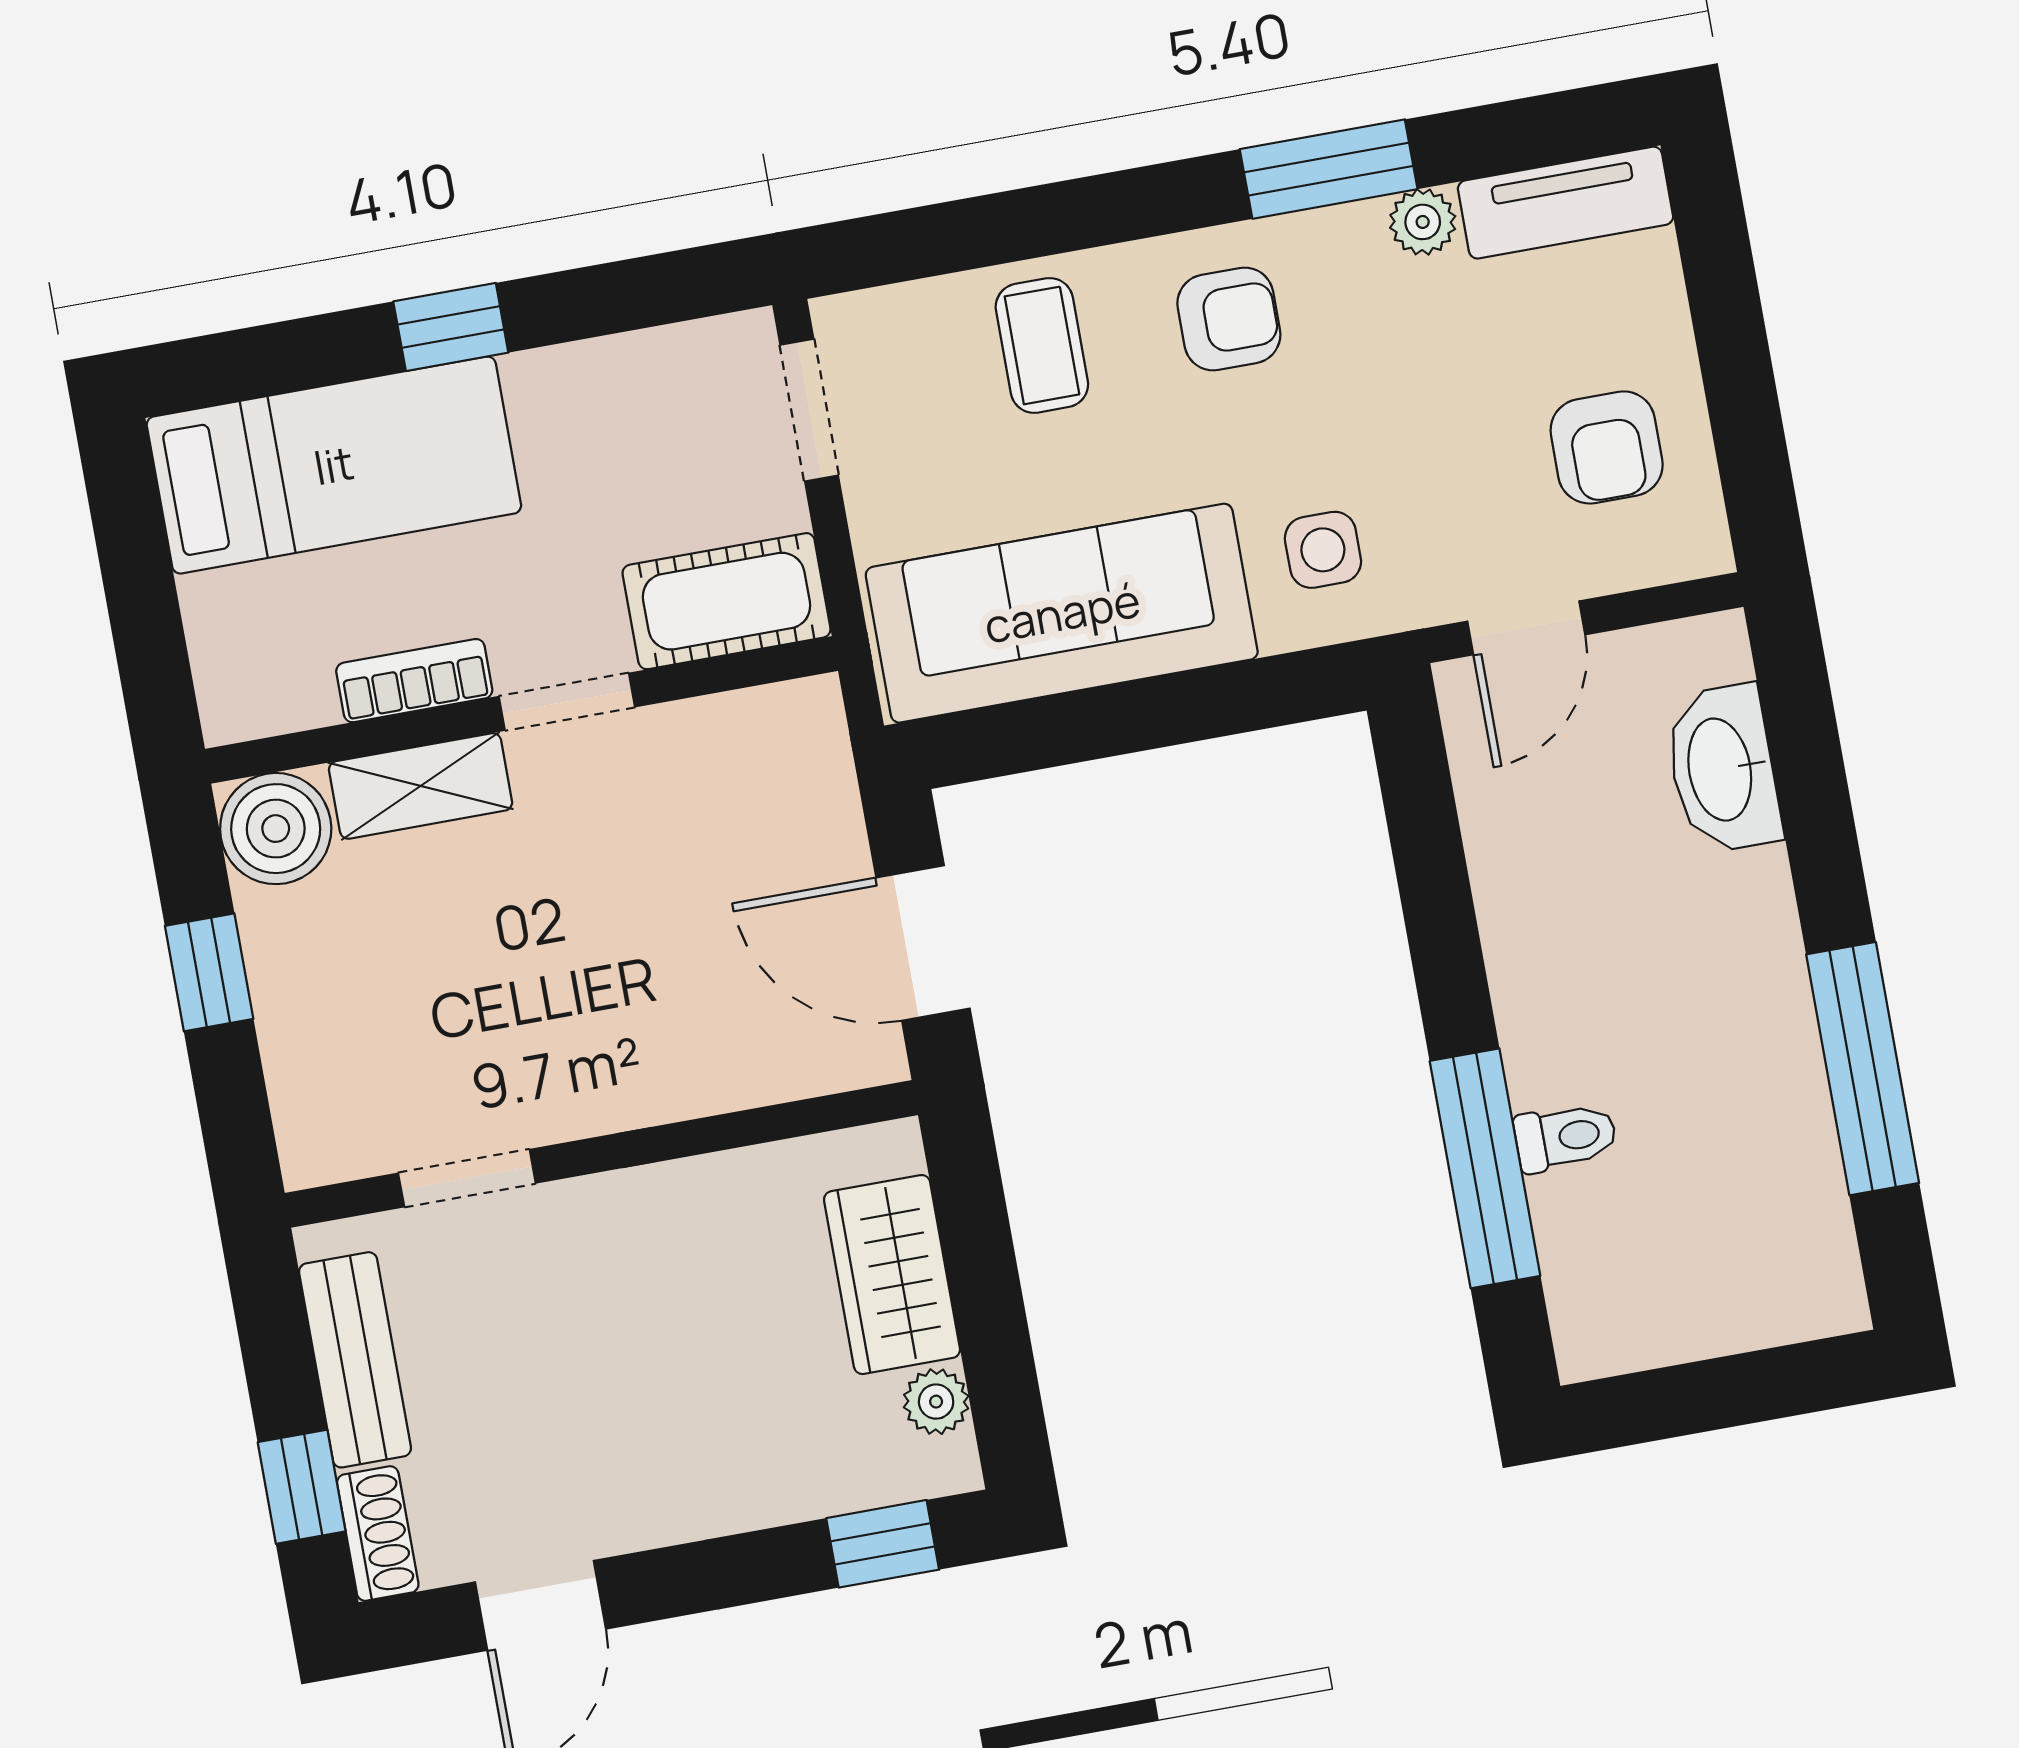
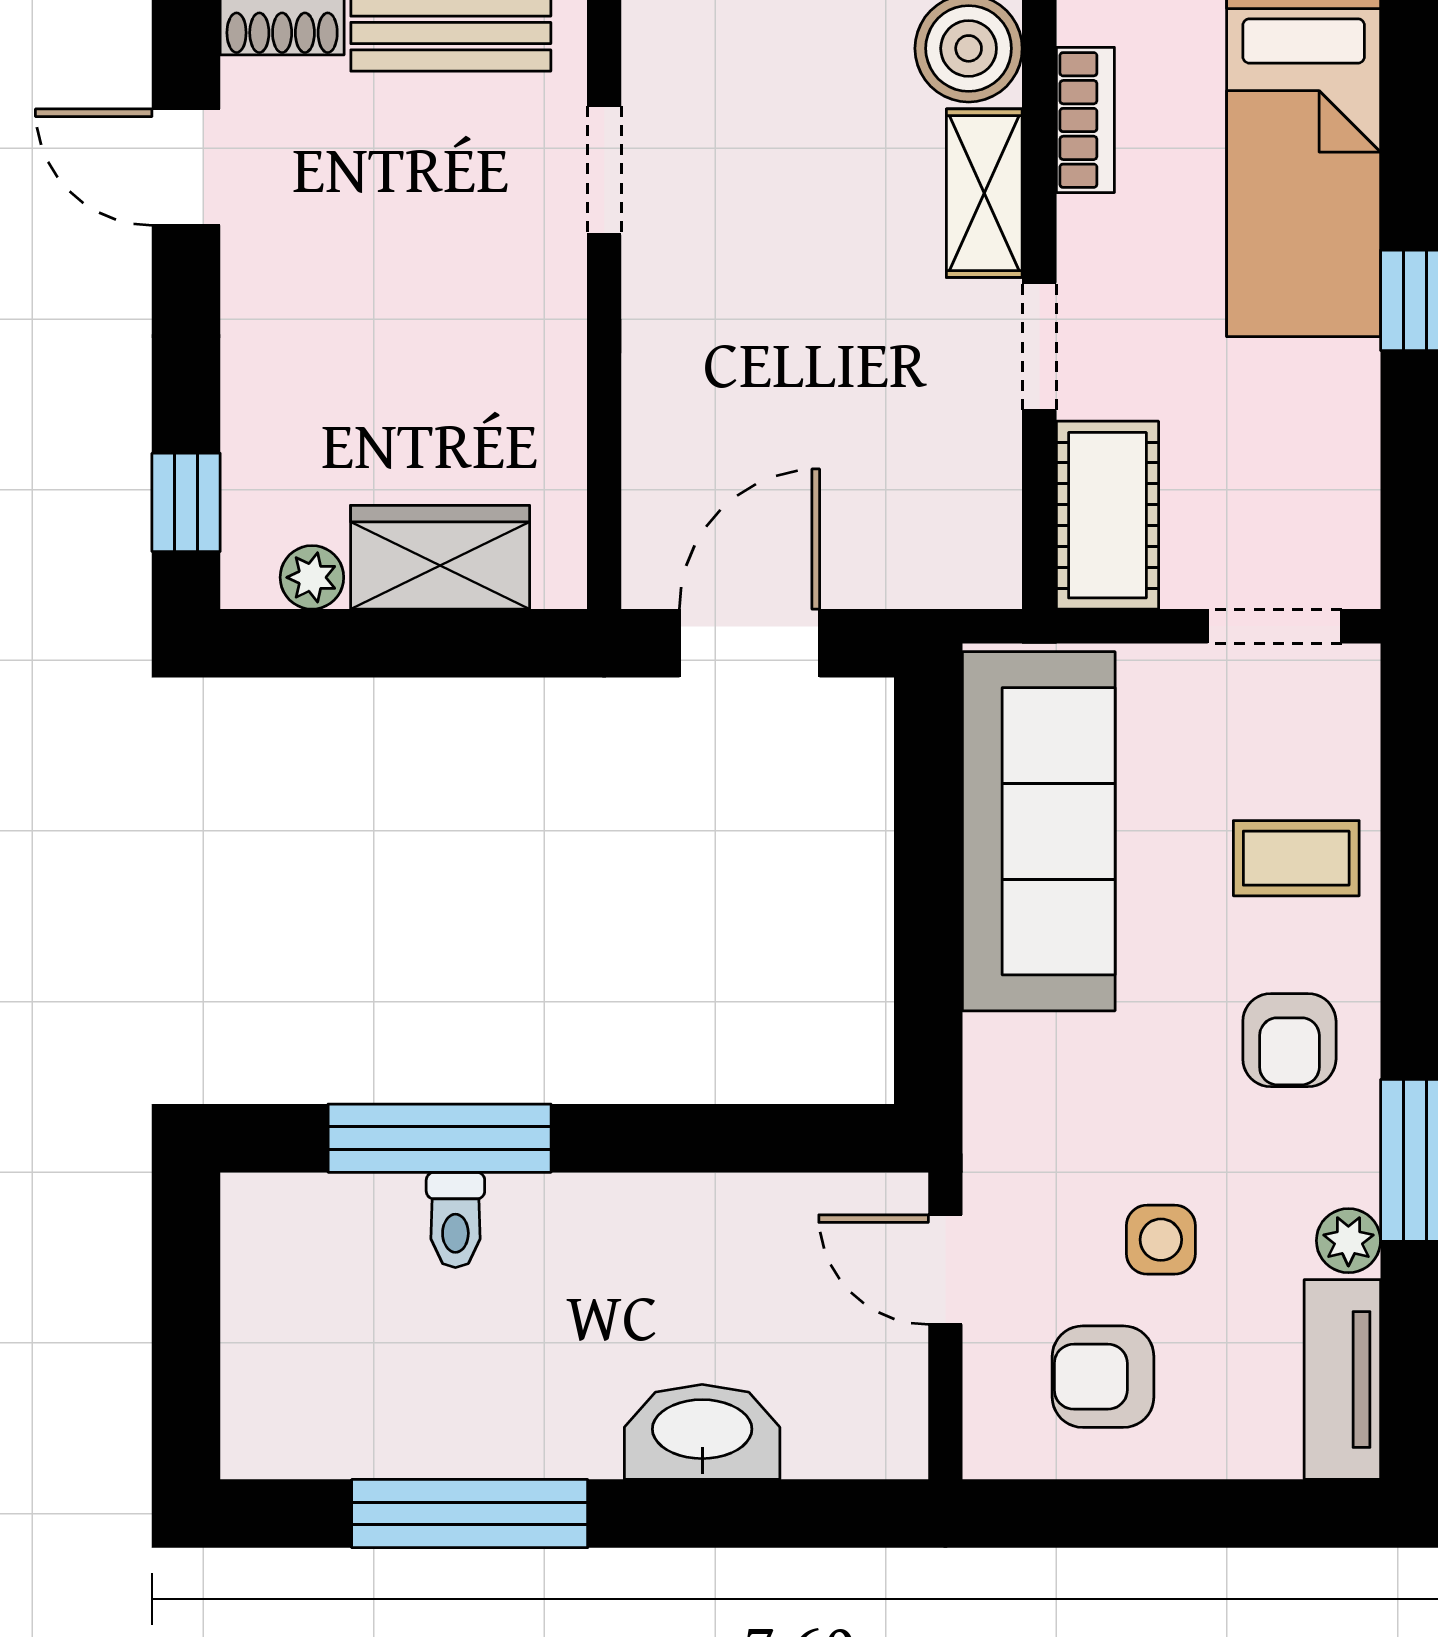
side table: (1323, 550) -> (1161, 1240), moved
bookcase: (414, 681) -> (1085, 120), moved
washbasin: (1723, 769) -> (702, 1432), moved

